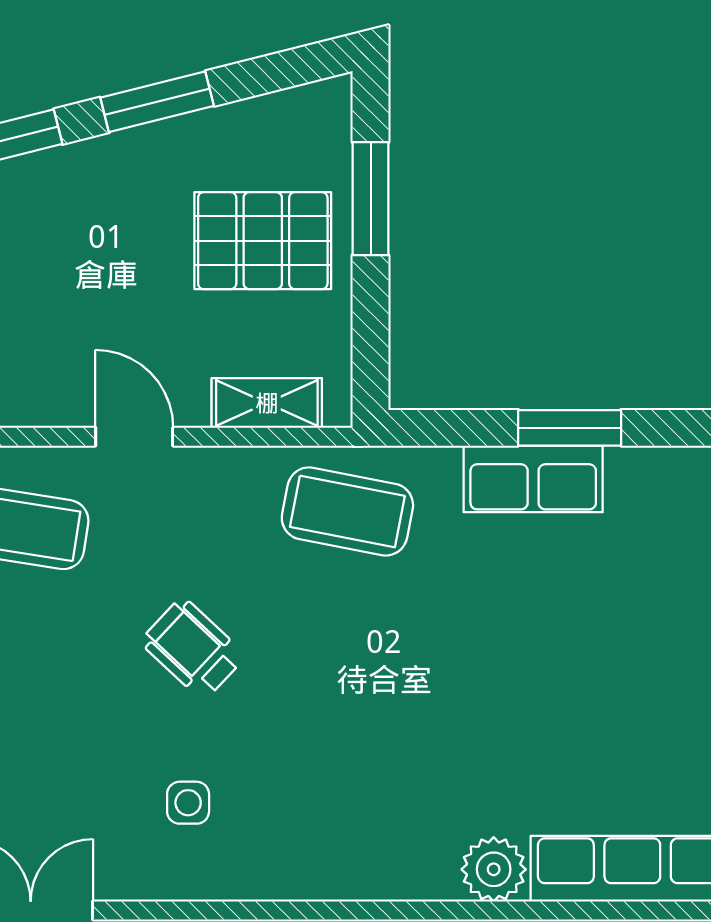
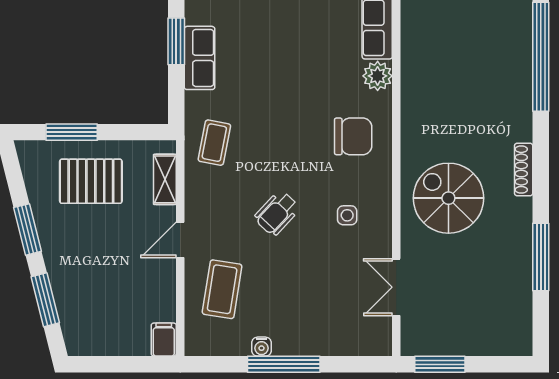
pallet: (263, 241) -> (91, 181), turned 90
coffee table: (347, 511) -> (214, 143), width x0.73, depth x0.77
chair: (361, 816) -> (353, 136), added

